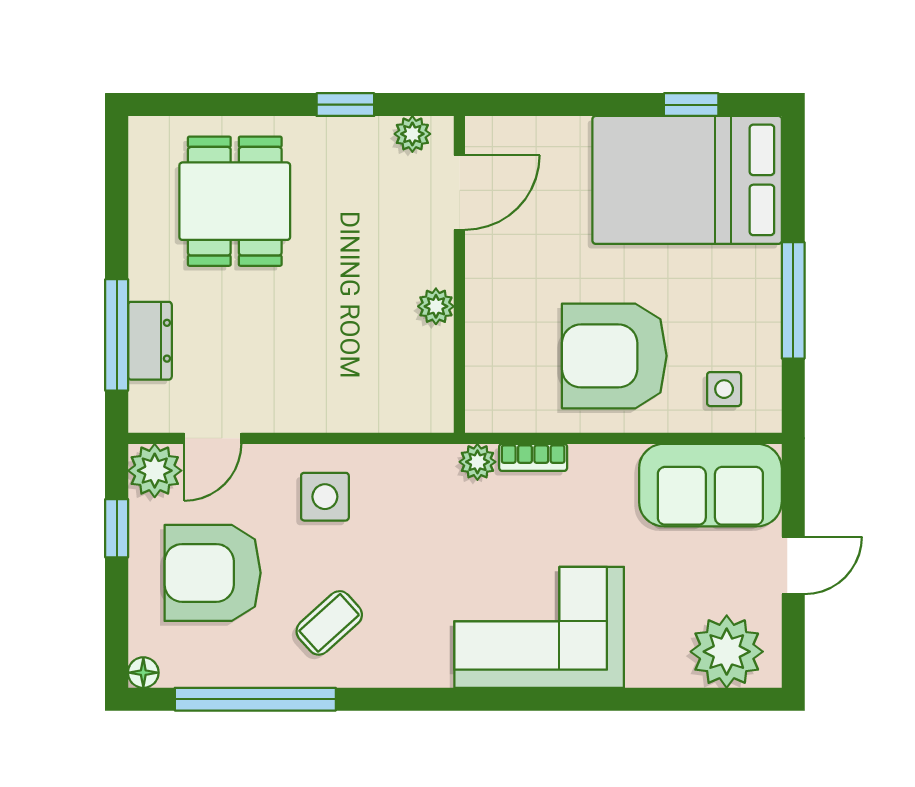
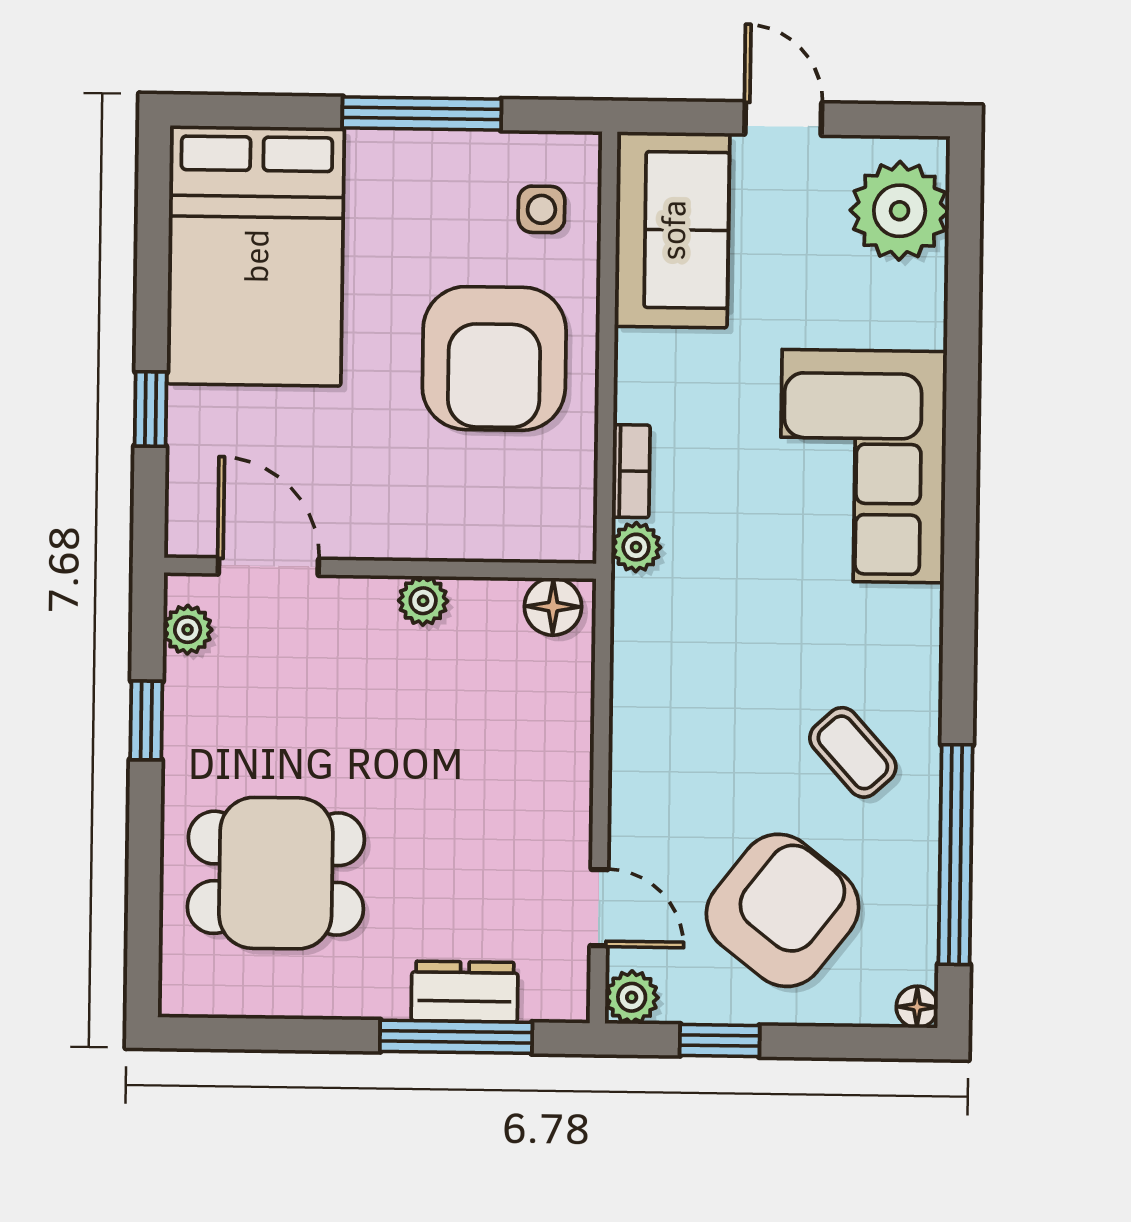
window: (691, 105) -> (151, 409), moved
floor lamp: (433, 402) -> (553, 607), added
plant: (155, 471) -> (632, 997), width x0.73, depth x0.73
side table: (325, 497) -> (681, 756), removed
armchair: (213, 573) -> (783, 910), turned -142

